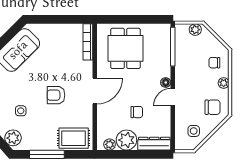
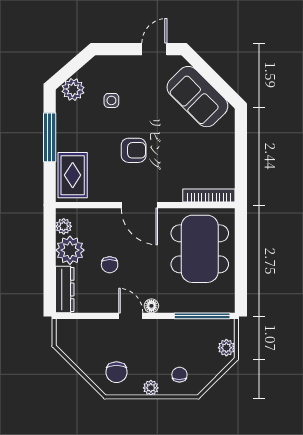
dining table: (126, 48) -> (200, 249), width x1.38
armchair: (56, 95) -> (134, 150), turned 90
side table: (194, 131) -> (83, 345), removed

